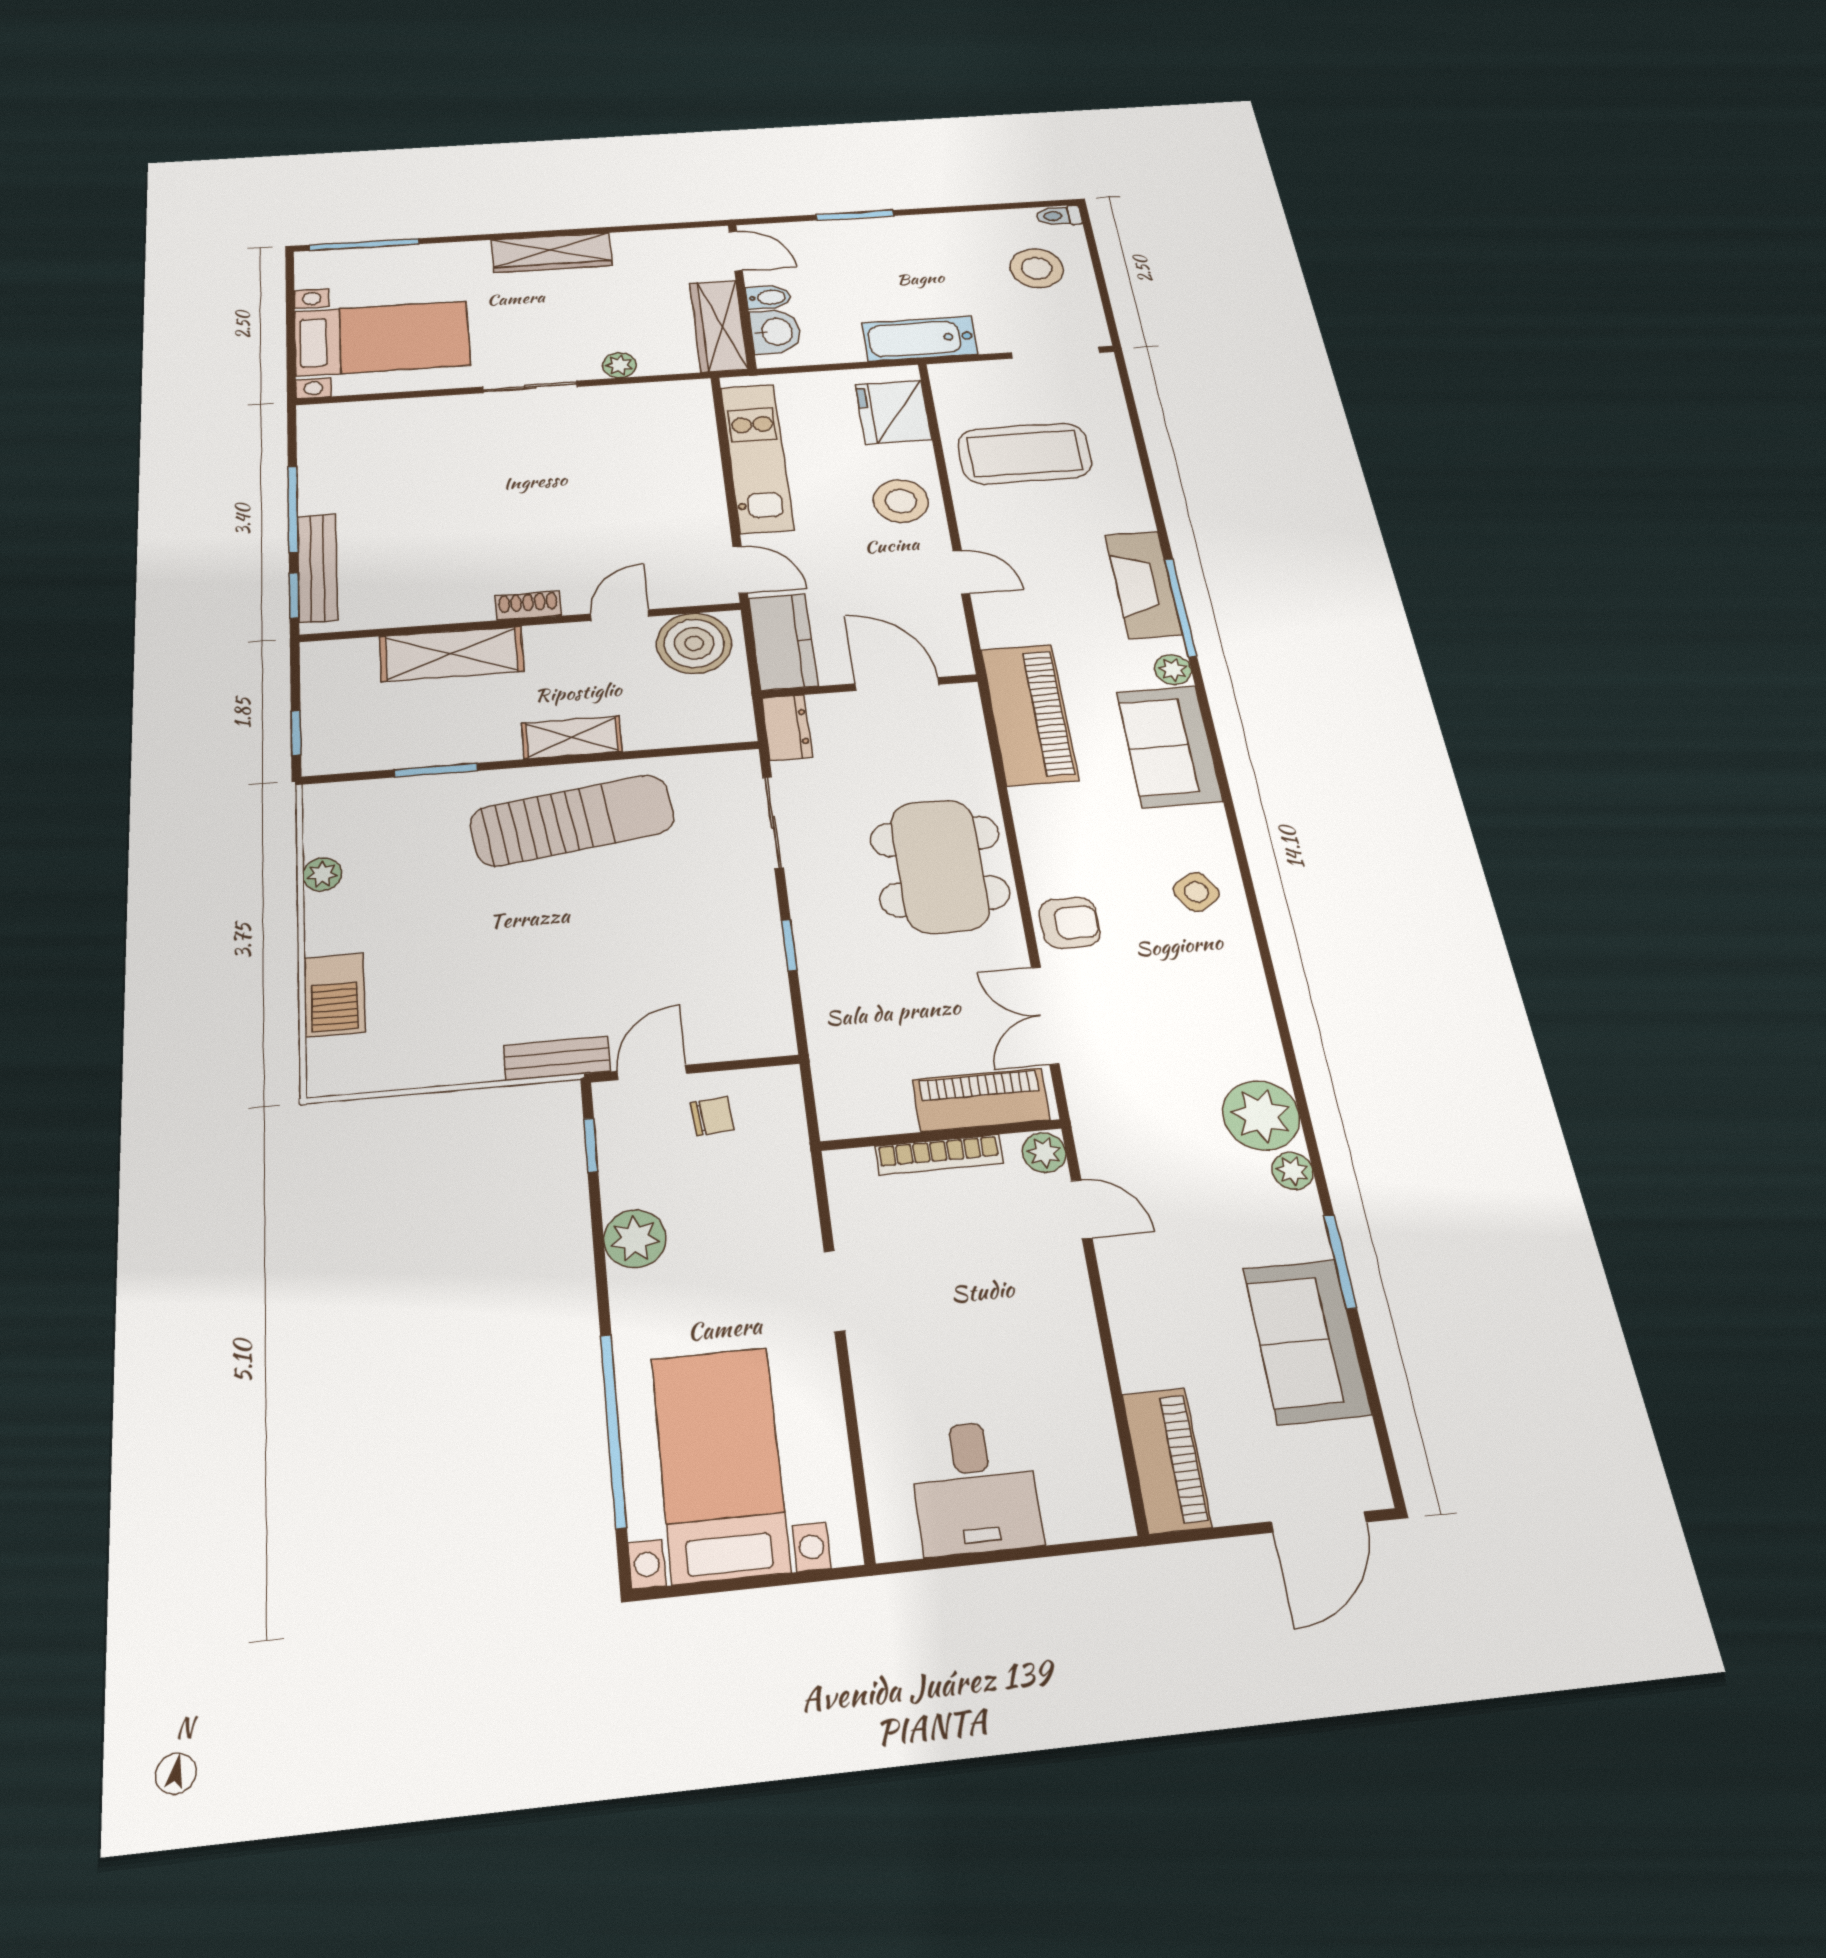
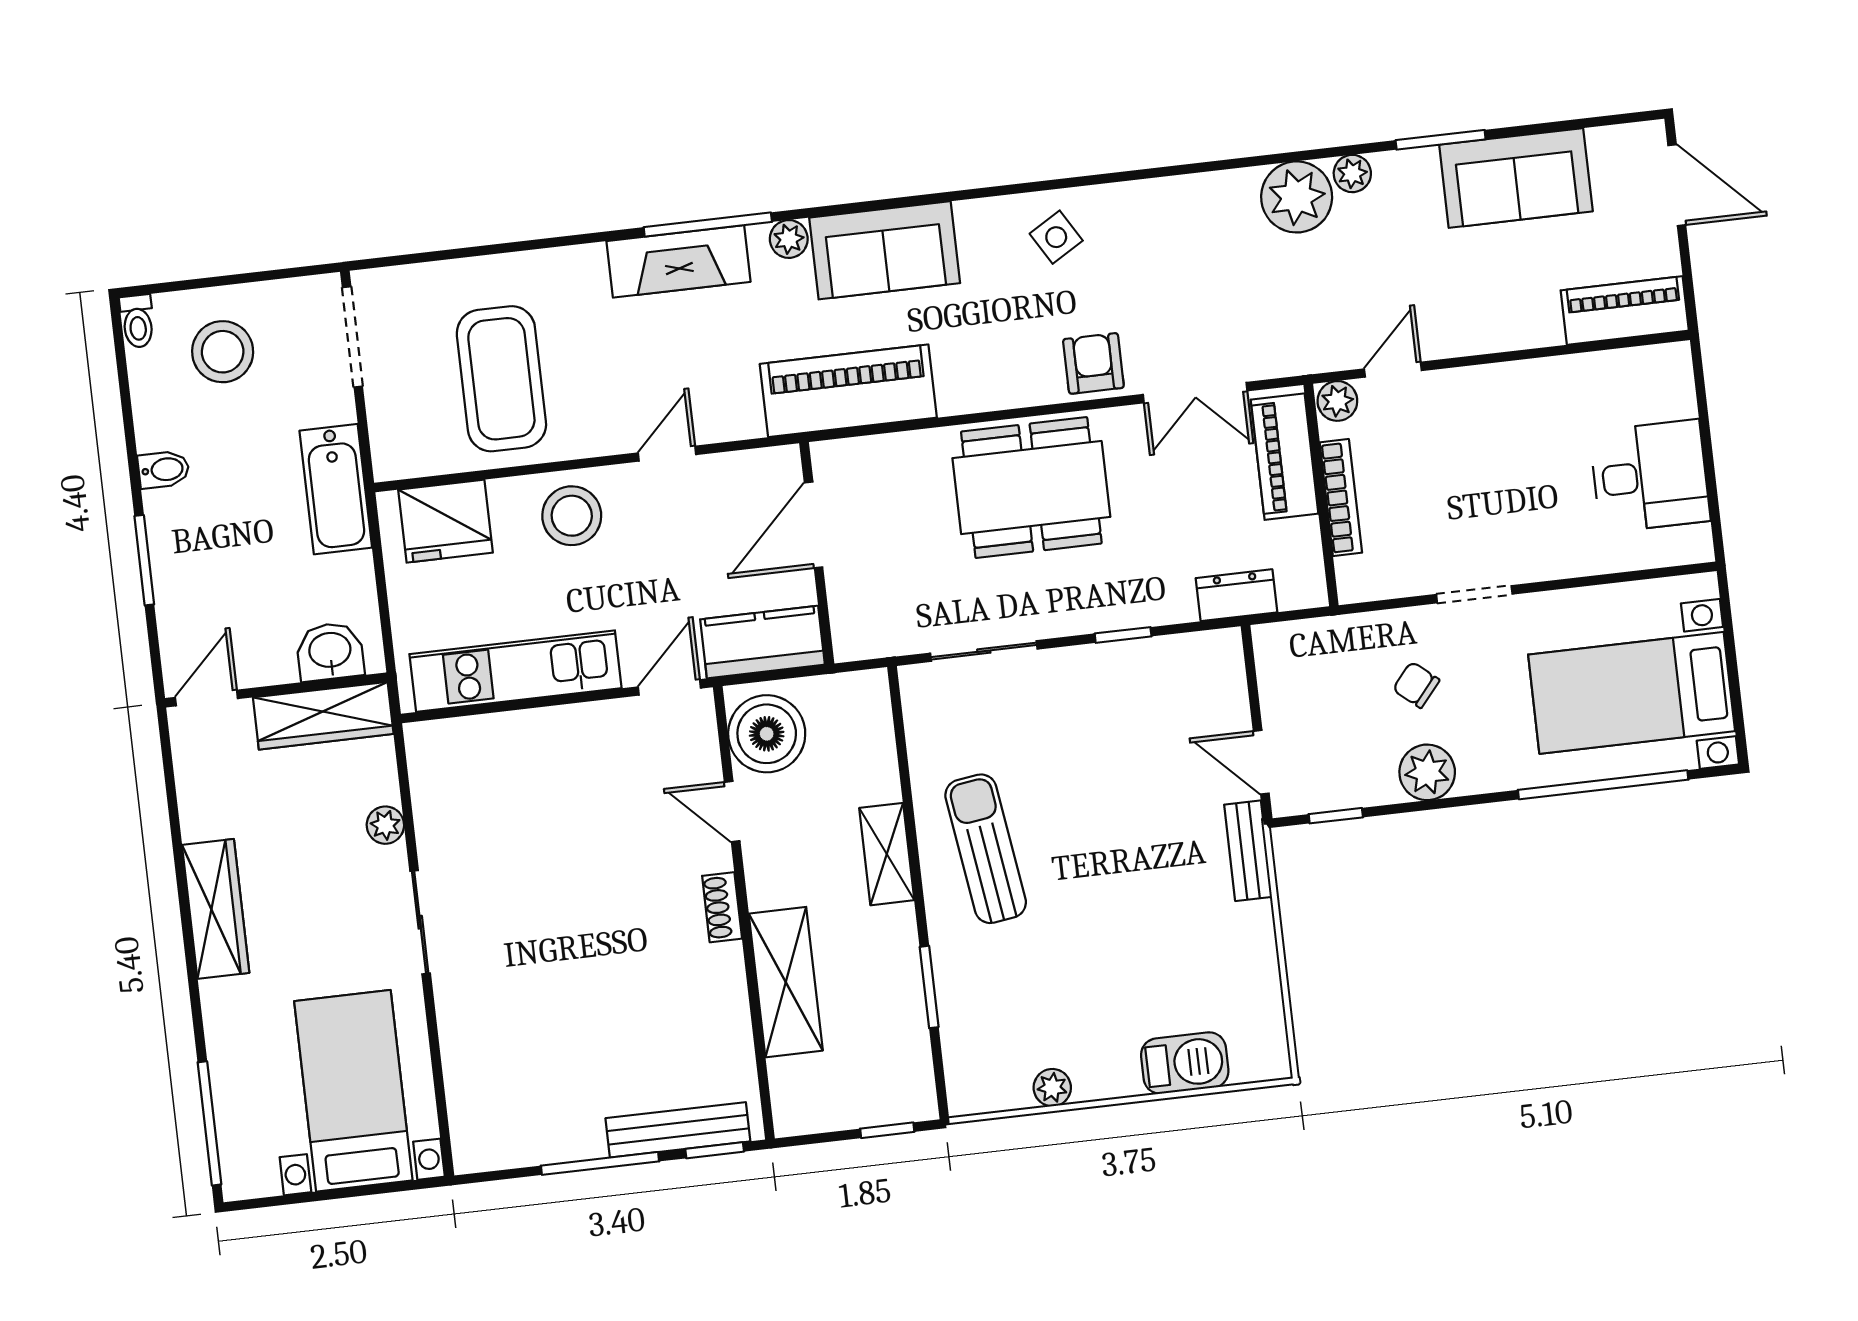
bidet: (768, 297) -> (164, 470), moved, turned 90
dresser: (787, 728) -> (1236, 595), moved
sun lounger: (572, 820) -> (986, 849), width x0.73, depth x0.75
chair: (712, 1116) -> (1416, 685), moved, turned -45

